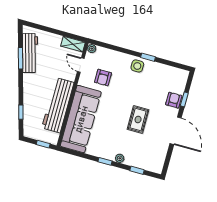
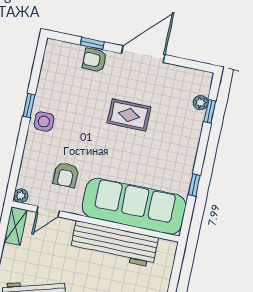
armchair: (103, 78) -> (66, 175), turned 90
window: (43, 144) -> (178, 264), removed
plant: (120, 158) -> (201, 103), moved
window: (105, 161) -> (194, 185), moved

